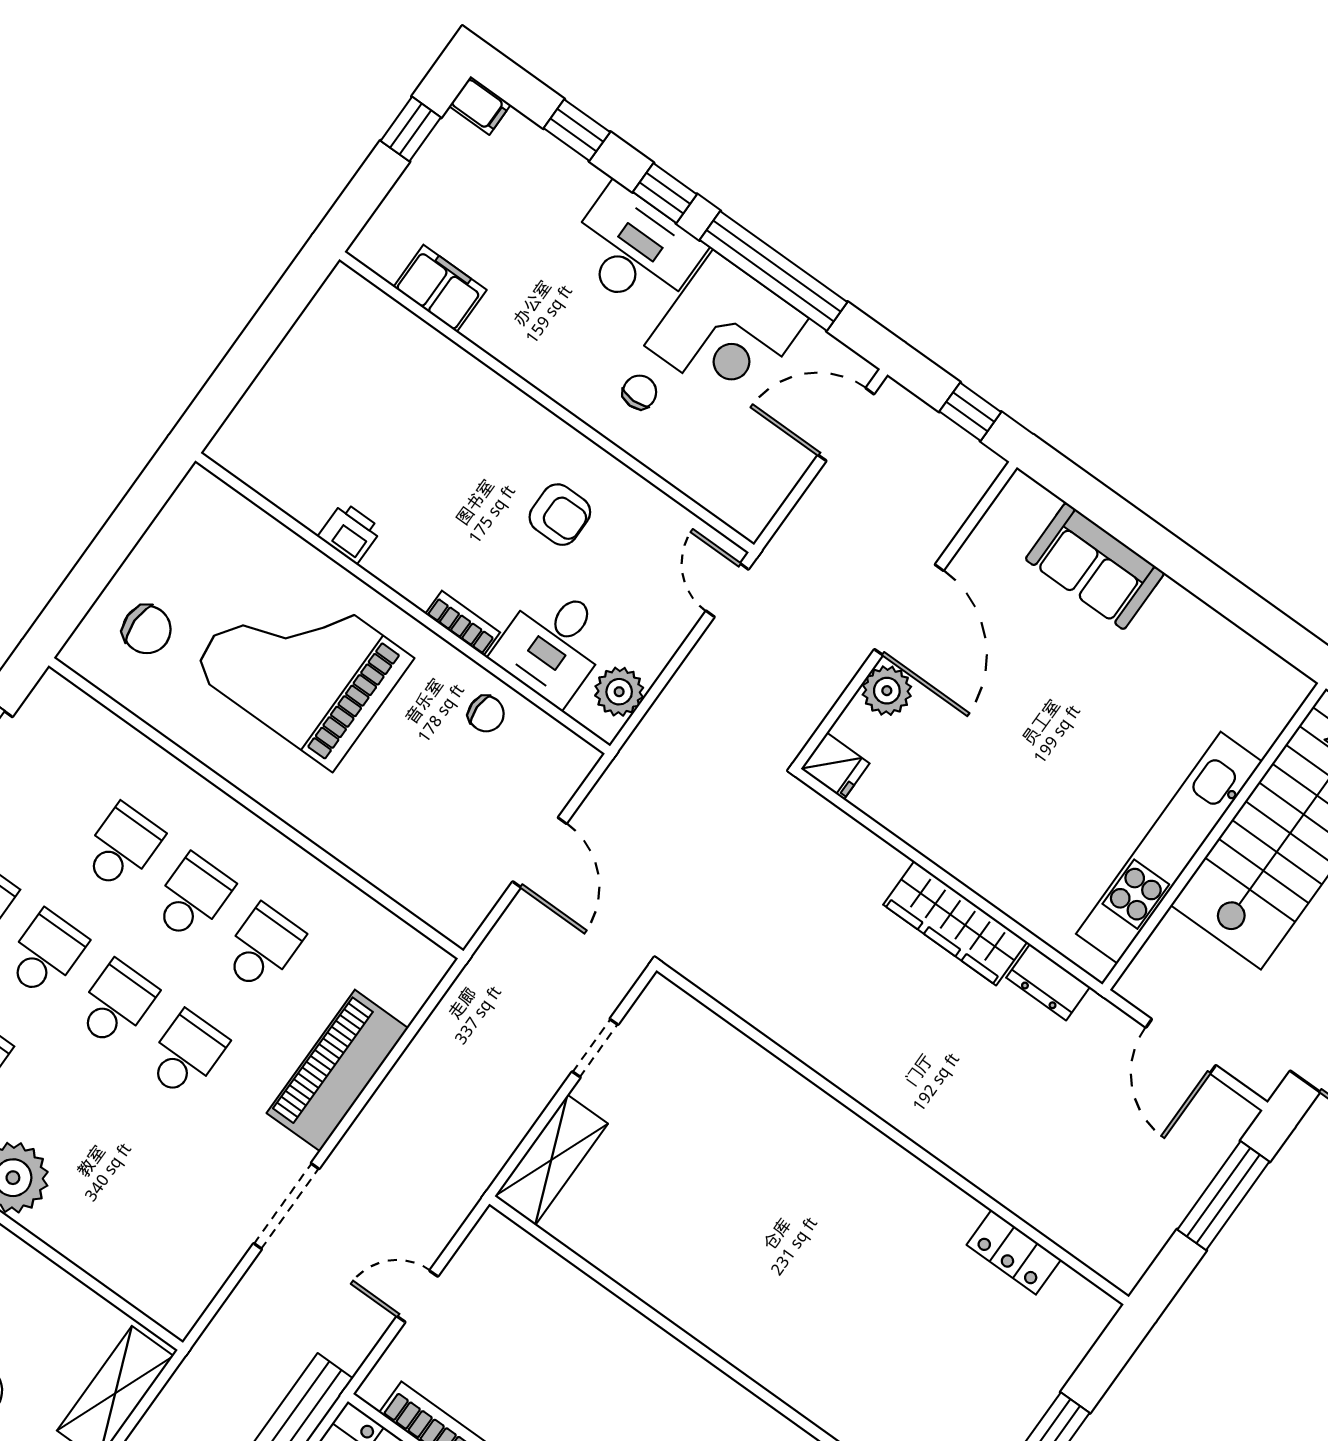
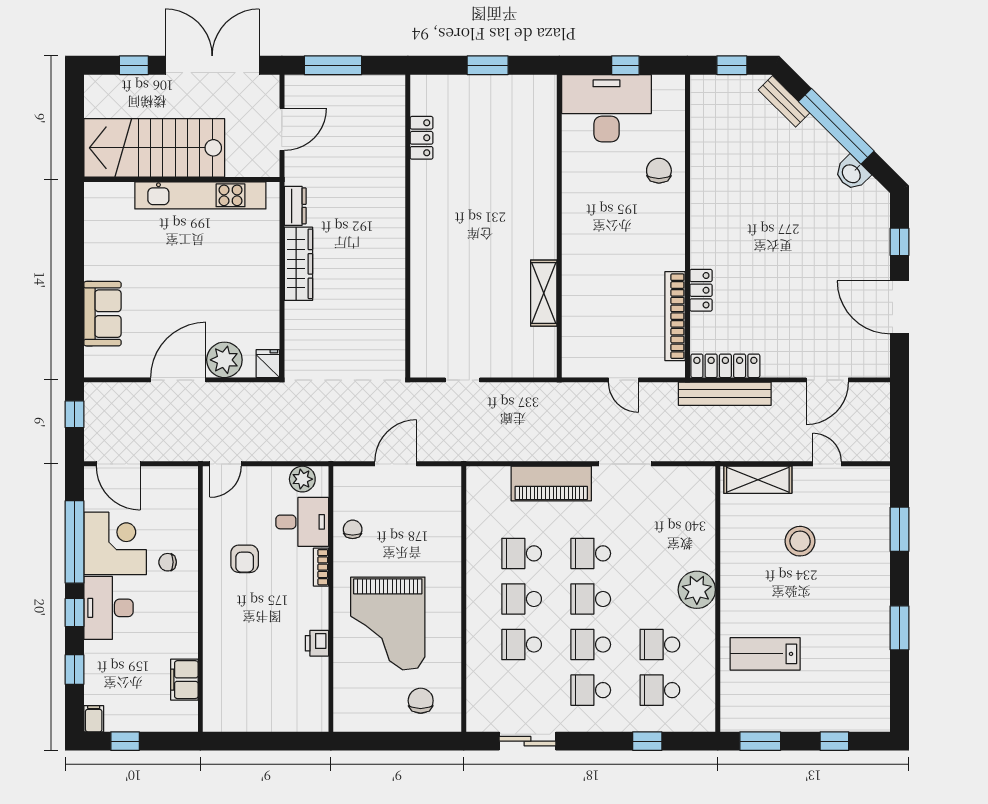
armchair: (560, 515) -> (245, 559), turned 180
plant: (887, 691) -> (224, 360), width x1.36, depth x1.36
shelving: (551, 1160) -> (544, 293), moved, turned 90

